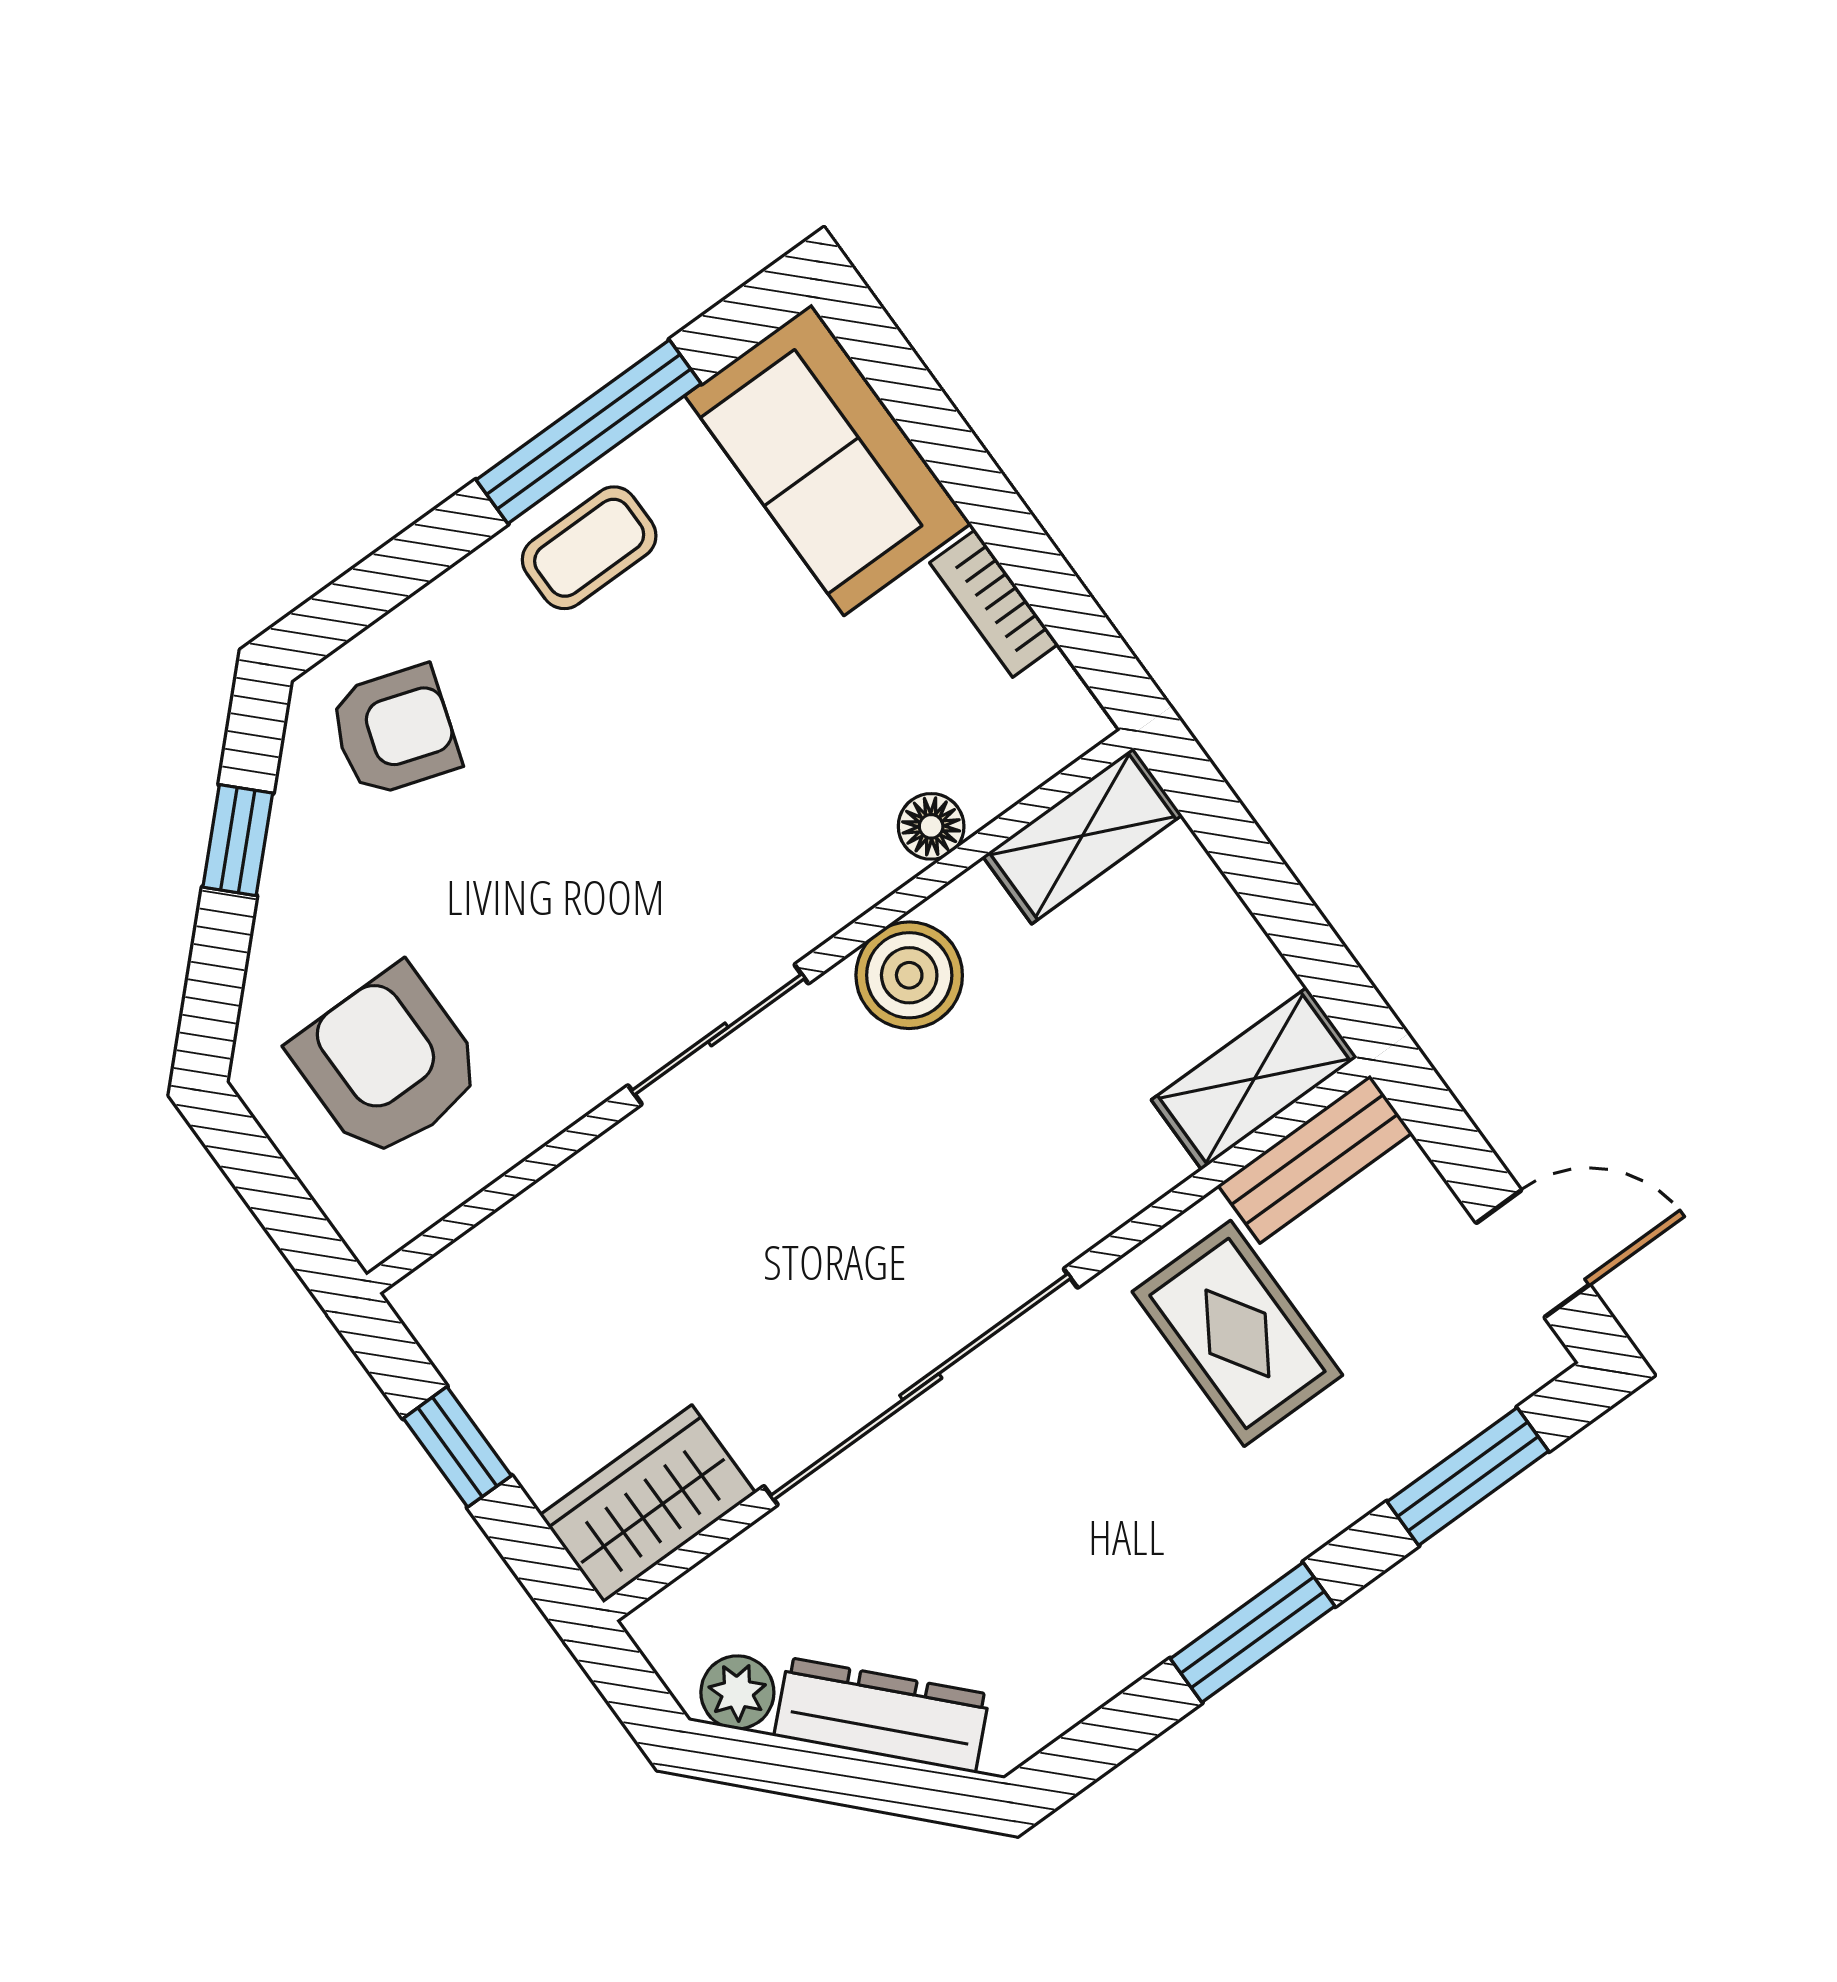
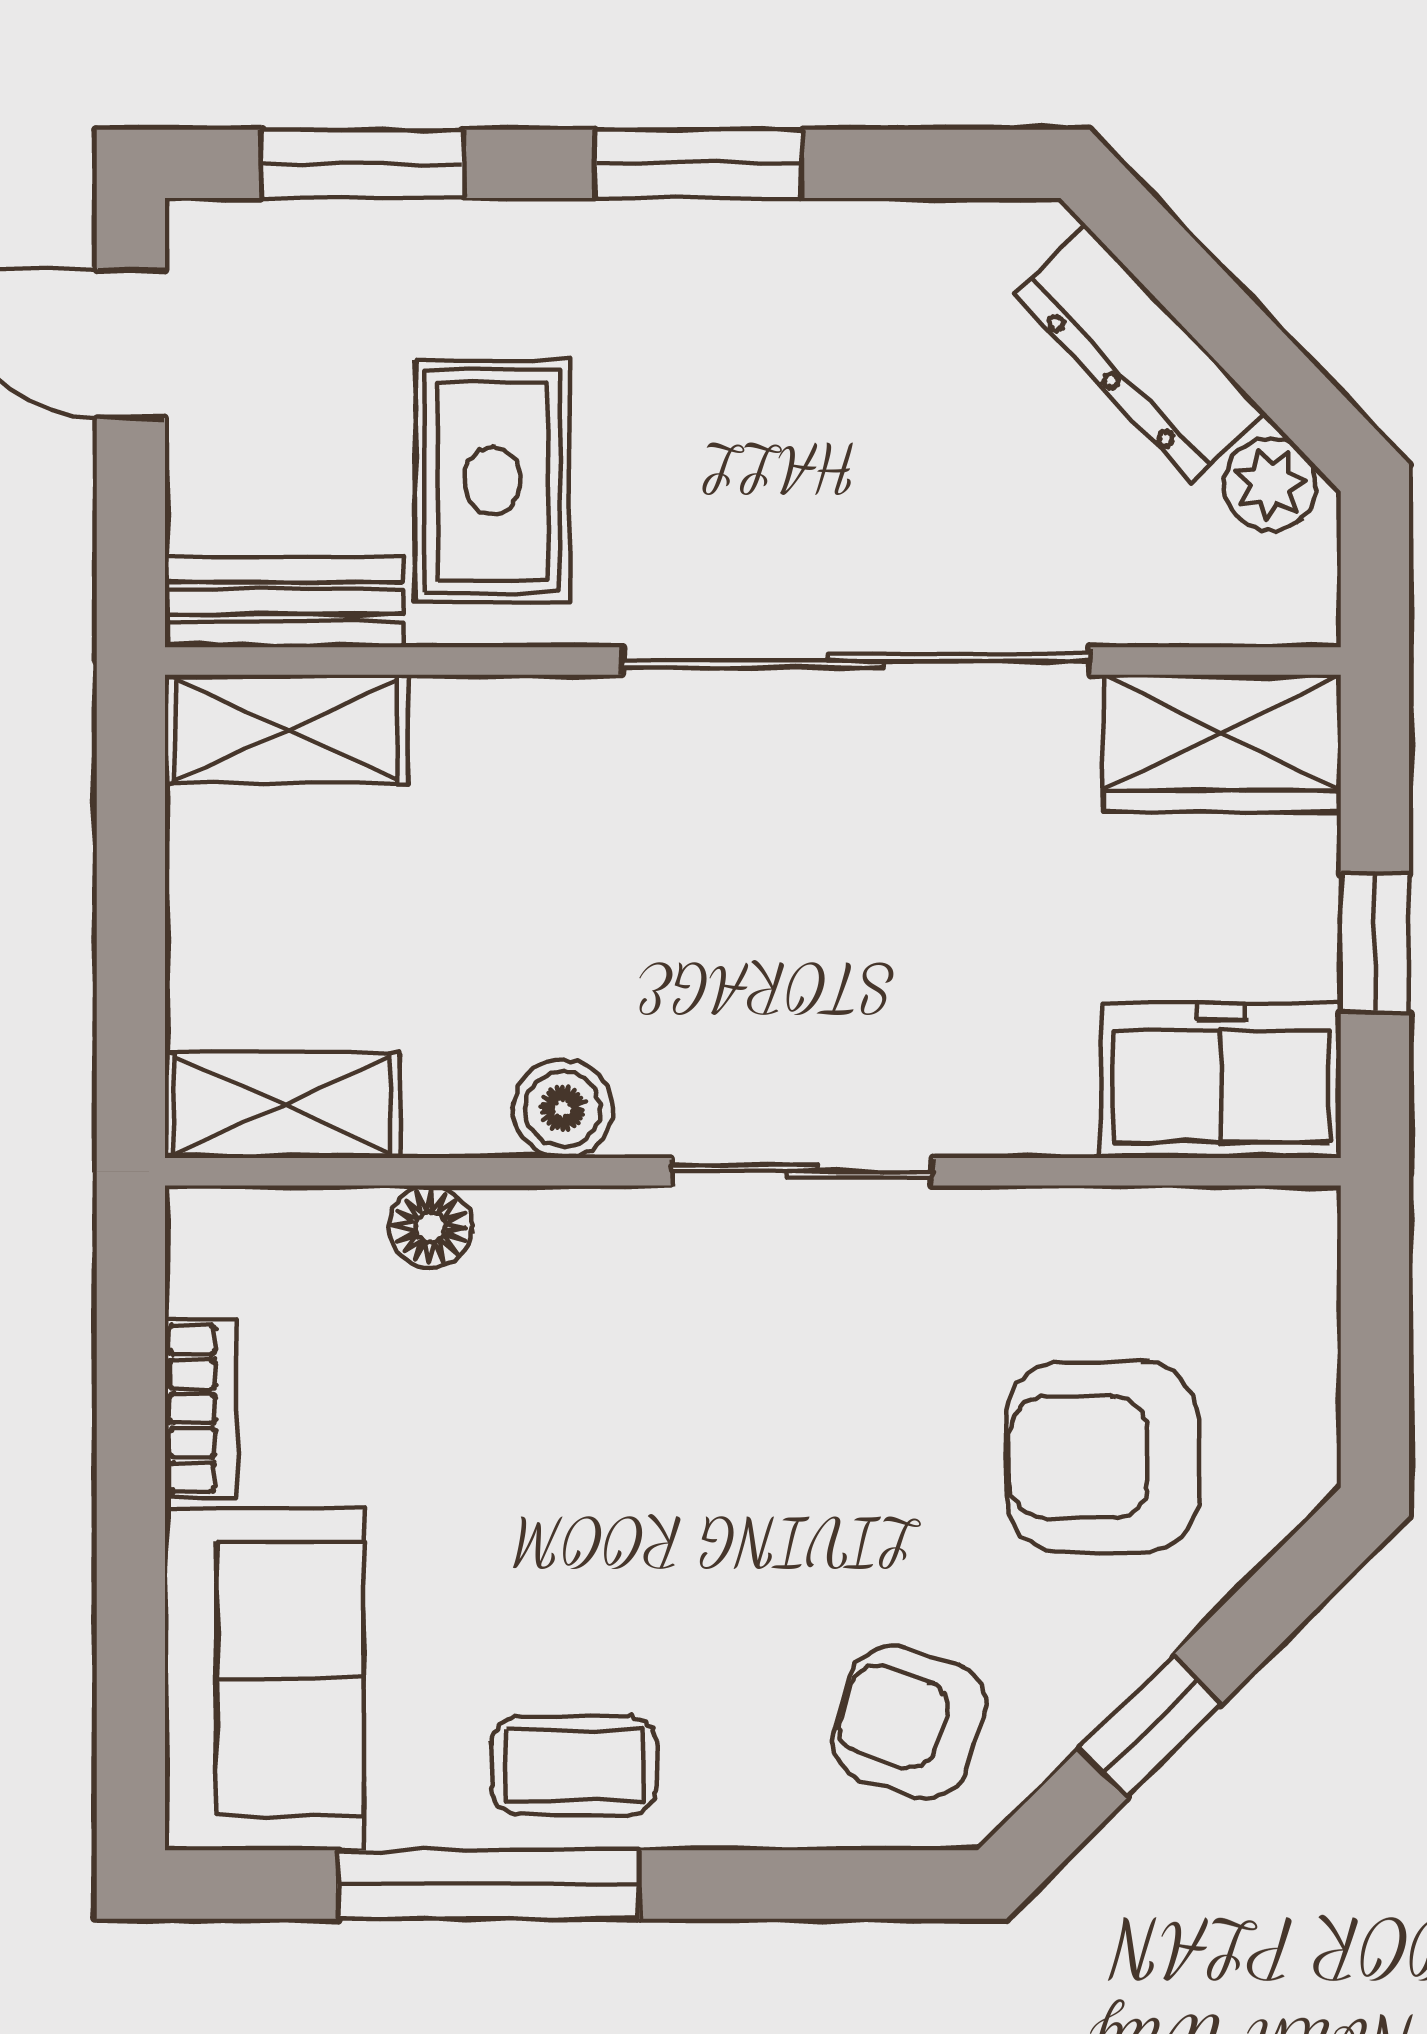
boiler: (909, 975) -> (563, 1109), width x0.73, depth x0.73
armchair: (388, 1063) -> (1102, 1457), moved, turned 90
freezer: (492, 1287) -> (1221, 1080), added

